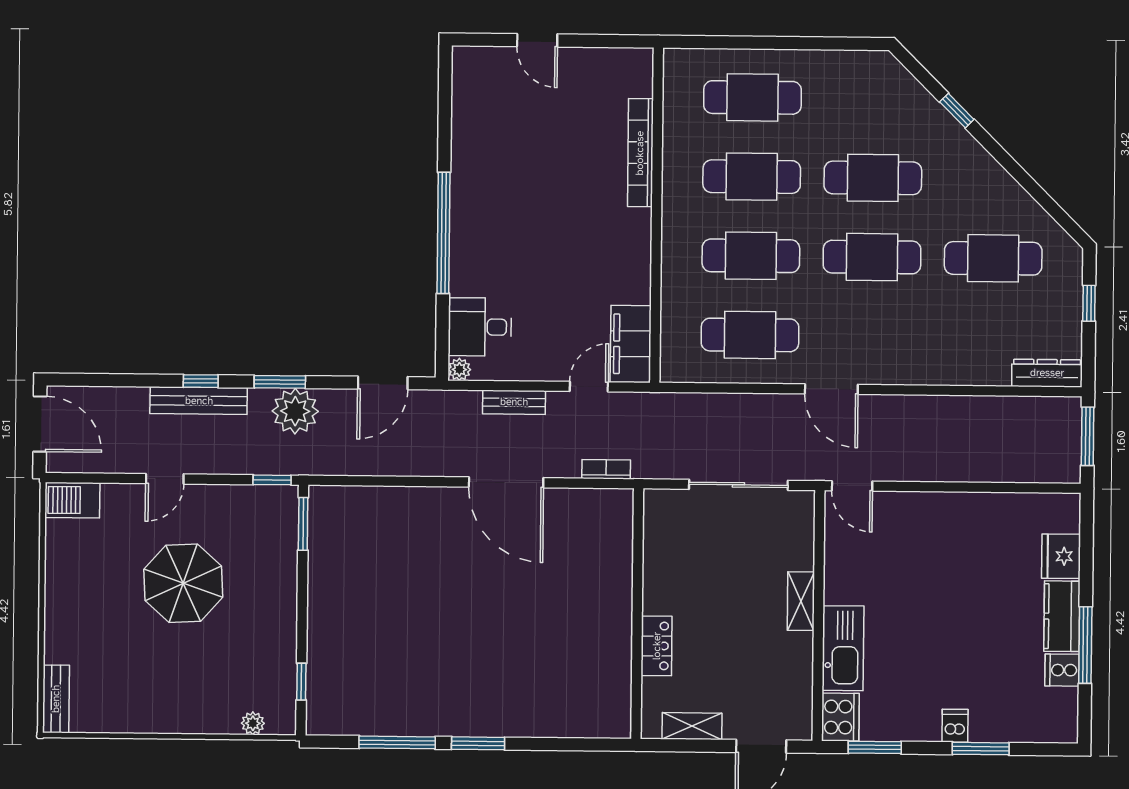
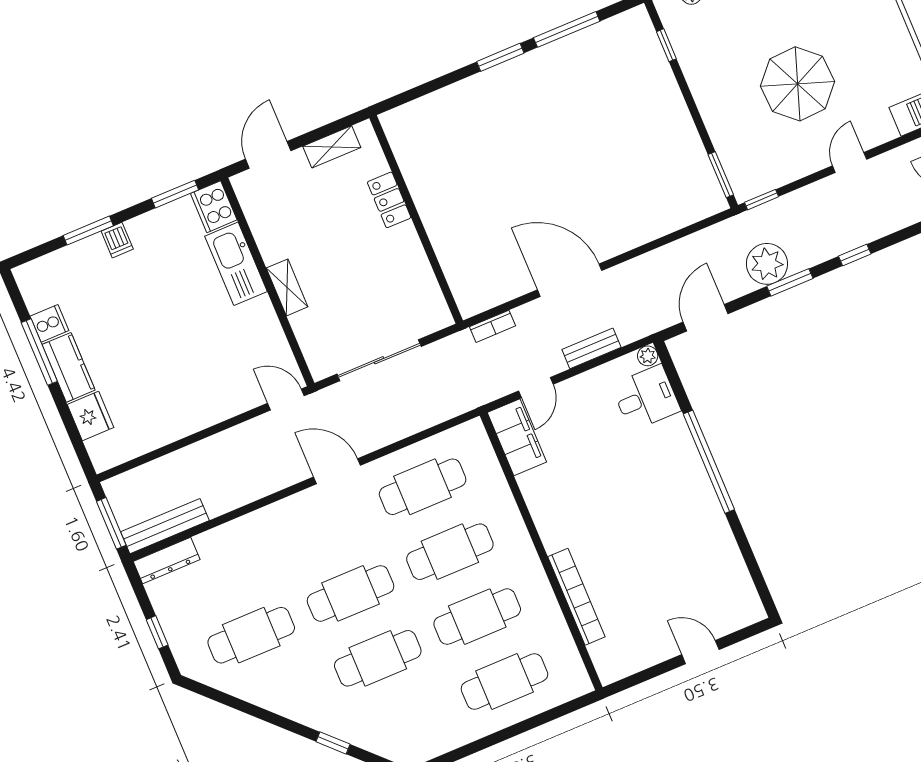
bench: (199, 401) -> (165, 526), moved

